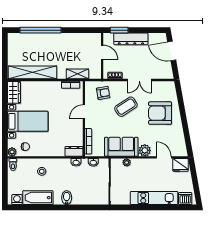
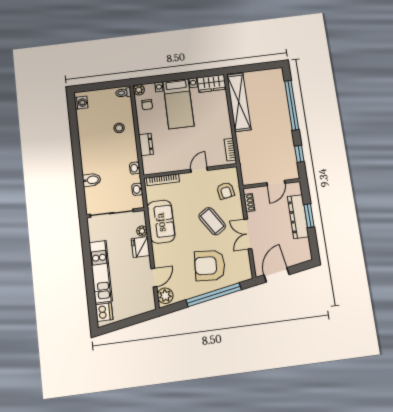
window: (81, 30) -> (299, 154), added
window: (119, 30) -> (309, 216), moved
door: (172, 51) -> (277, 275), moved
shelving: (77, 74) -> (245, 156), removed
door: (84, 112) -> (199, 170), hinge flipped
armchair: (160, 113) -> (210, 265), turned -86
window: (183, 113) -> (214, 295), added
plant: (145, 150) -> (165, 296), moved
dresser: (74, 151) -> (146, 144), moved
fridge: (180, 165) -> (141, 247), moved
bathtub: (38, 198) -> (86, 127), removed
bidet: (67, 198) -> (92, 180), moved

